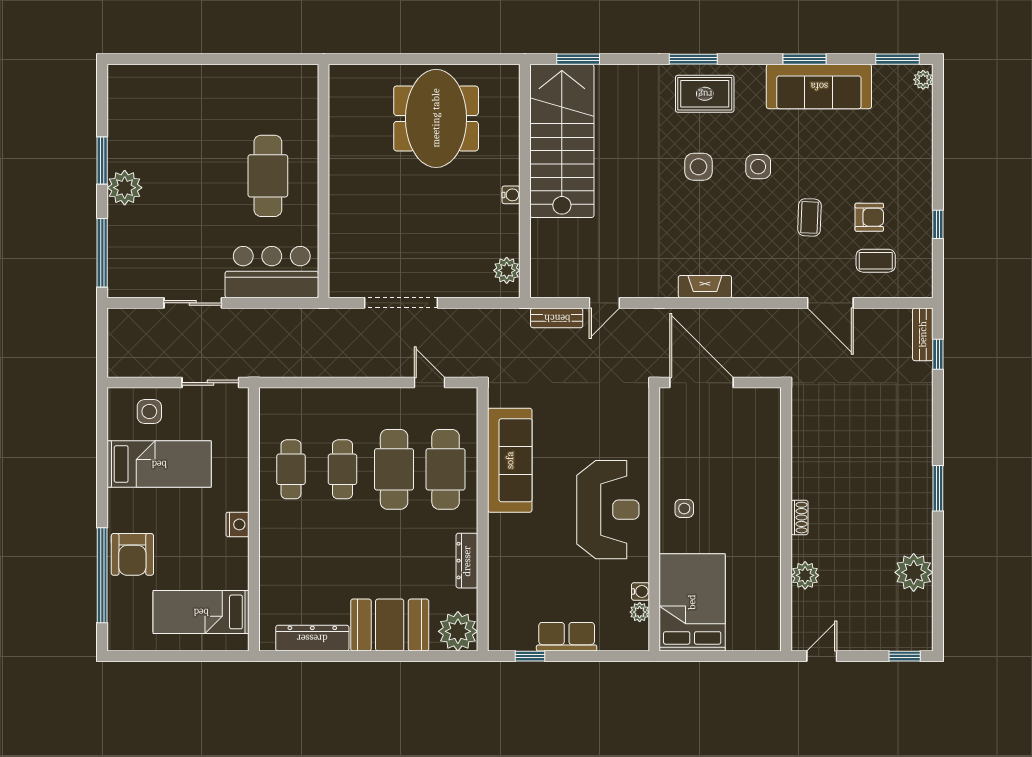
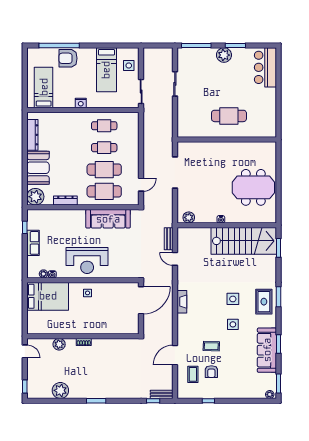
bar counter: (272, 272) -> (265, 67), moved, turned 180

